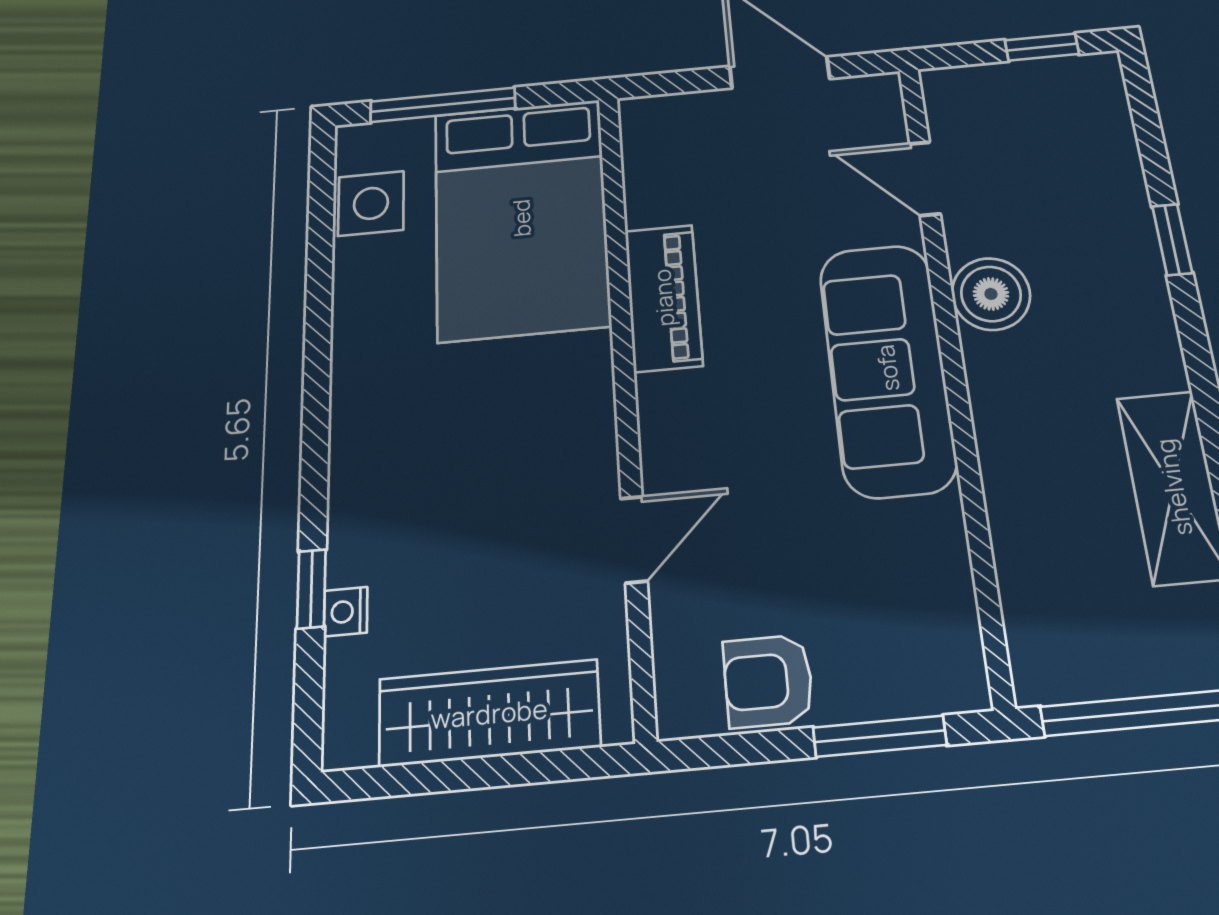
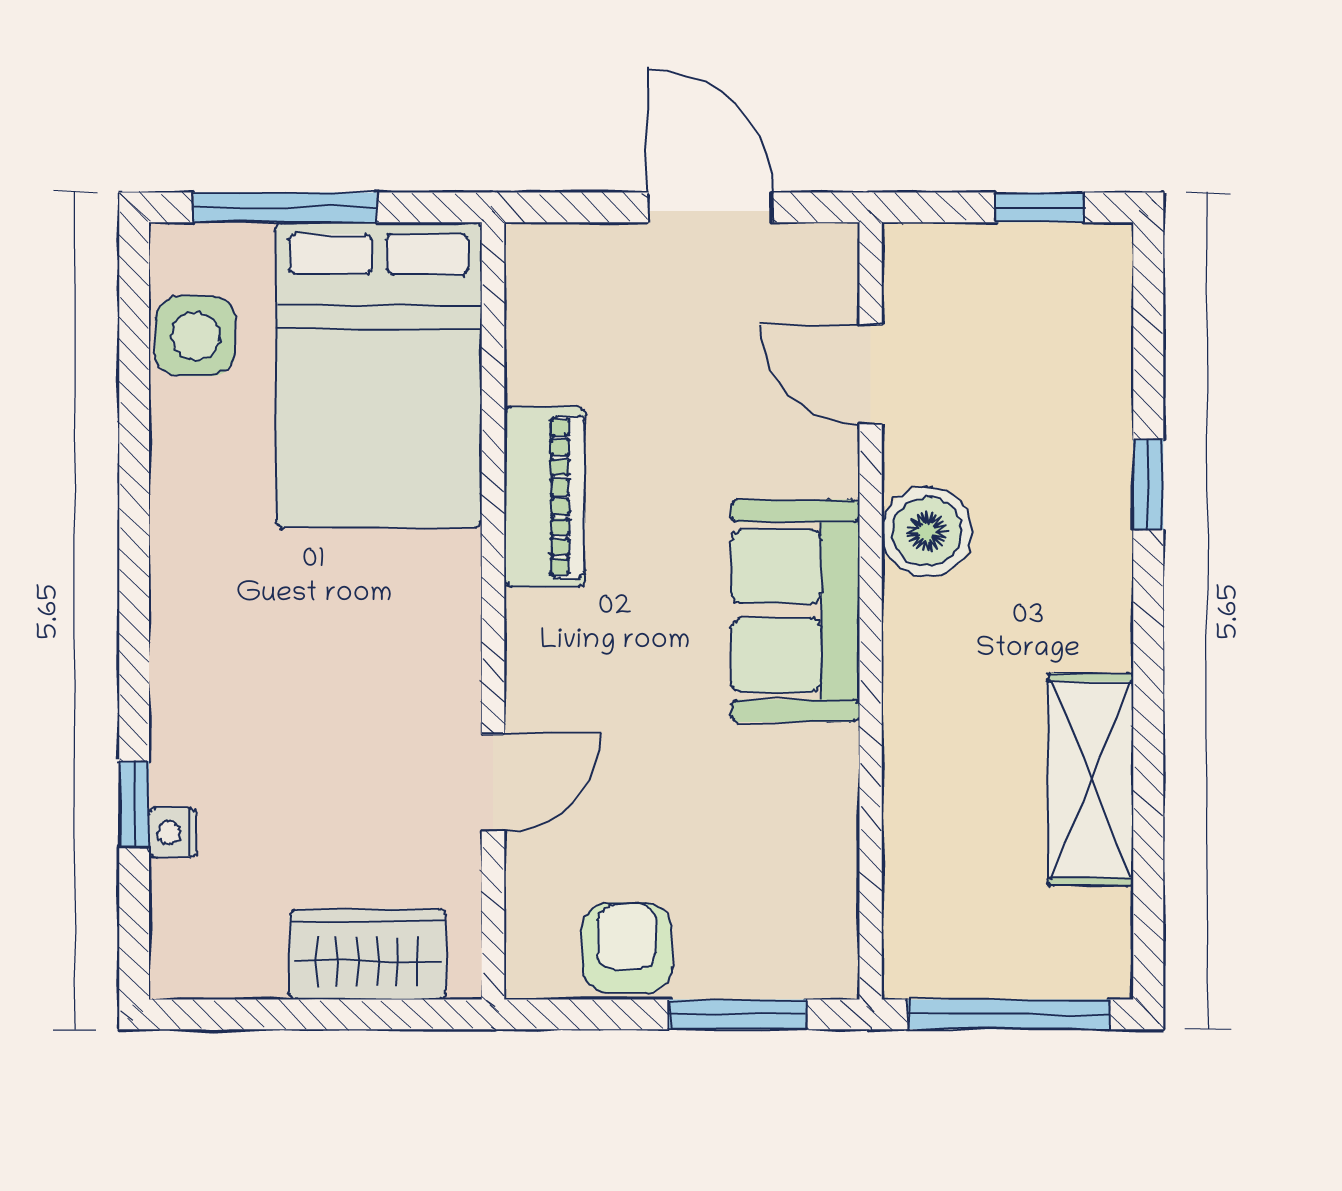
sofa: (887, 368) -> (795, 611), width x0.73
armchair: (768, 681) -> (627, 948), turned 90
wardrobe: (489, 713) -> (367, 954), width x0.67

